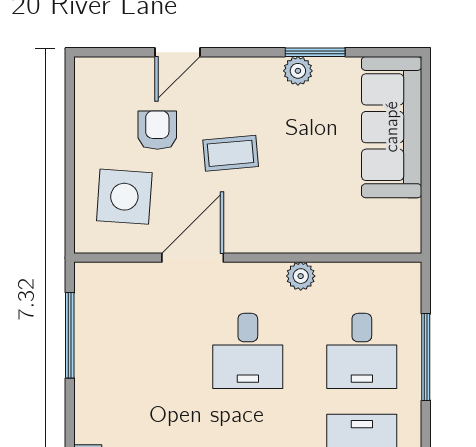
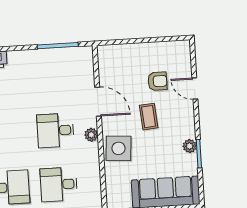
side table: (124, 197) -> (118, 148), moved
plant: (301, 276) -> (91, 135), moved

